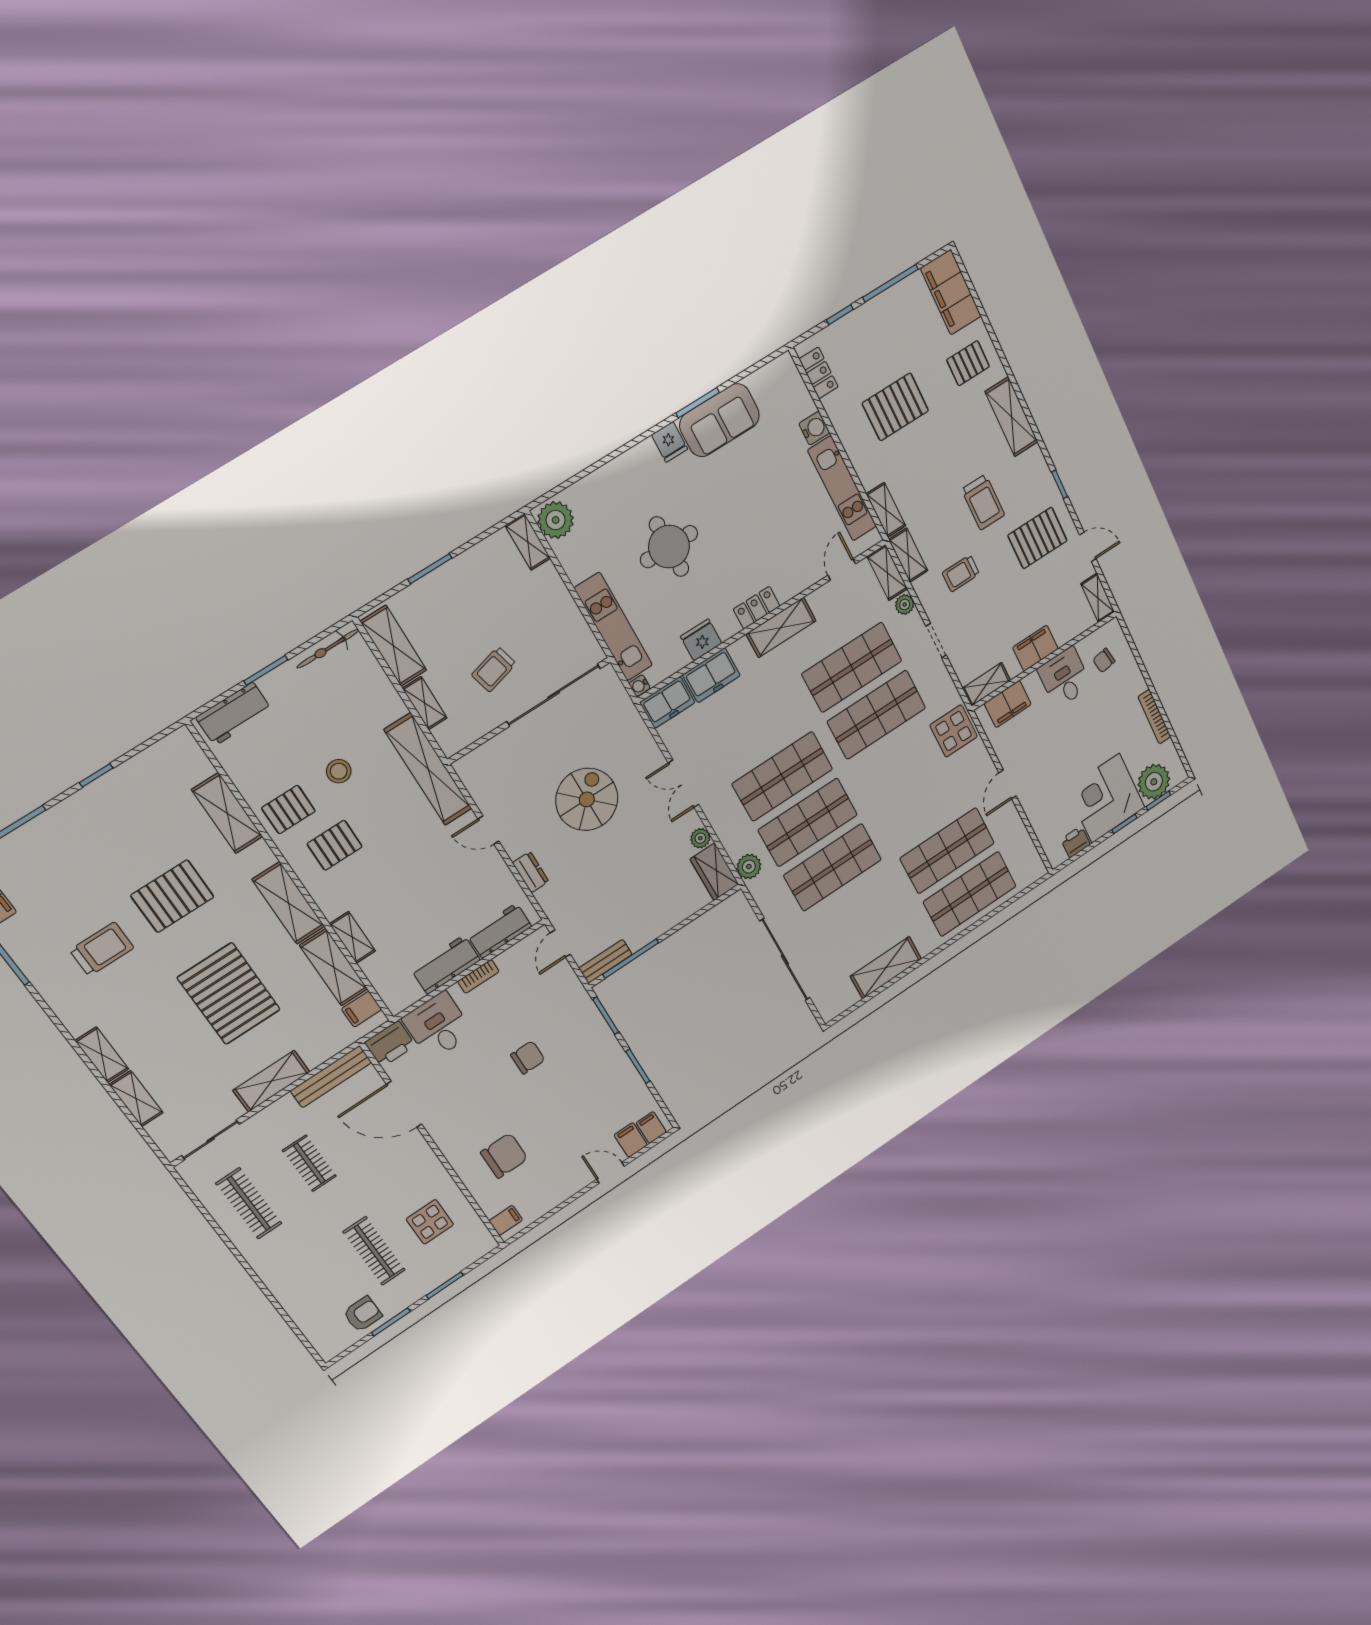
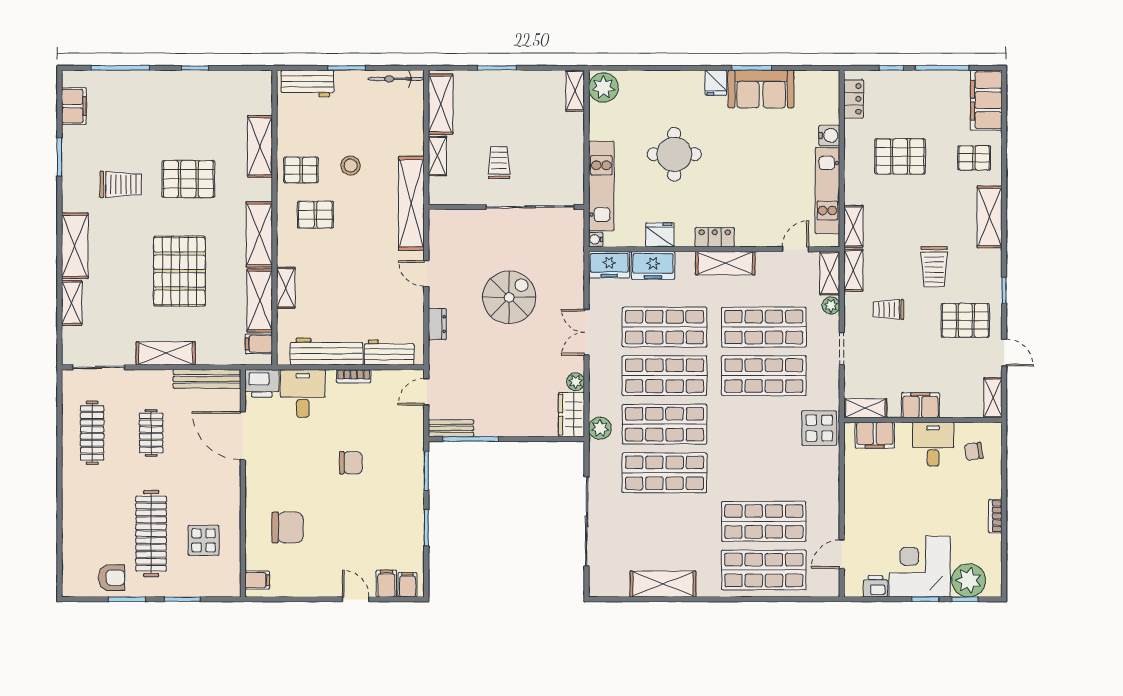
trolley: (494, 669) -> (499, 163), turned 105
bookcase: (1154, 717) -> (995, 516), width x0.64
shop shelf: (756, 729) -> (664, 327), added
door: (1008, 784) -> (842, 554), moved
workbench: (446, 965) -> (327, 352), width x1.38
shelving: (102, 1055) -> (75, 246), width x1.50, depth x1.33
clothes rail: (374, 1251) -> (151, 534), width x1.37, depth x1.31

